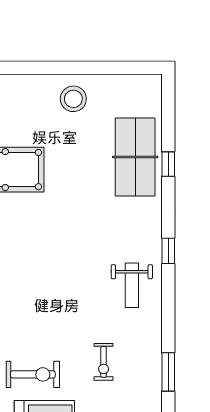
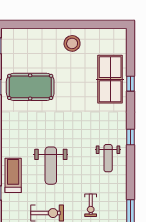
weight bench: (39, 297) -> (51, 166), added

